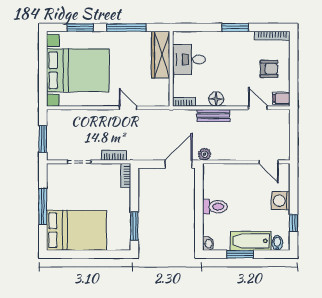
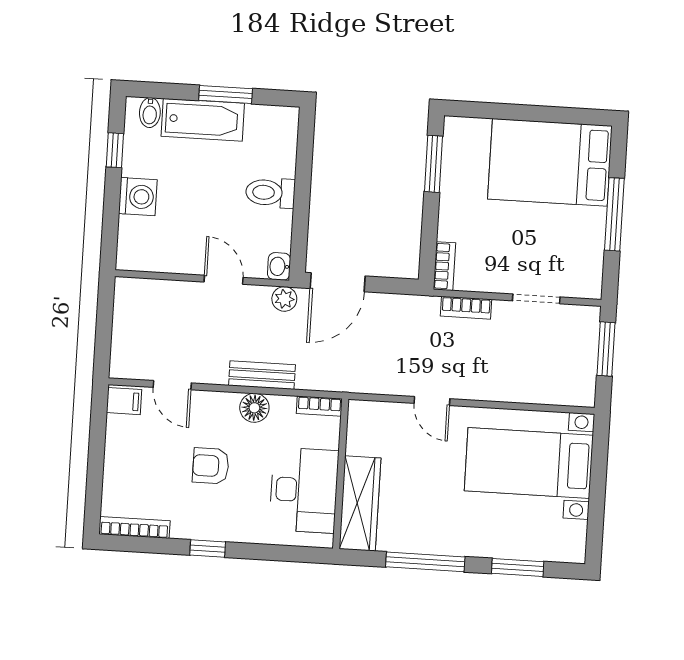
window: (235, 27) -> (208, 549), width x0.67
desk: (189, 59) -> (304, 490), width x1.37
armchair: (269, 69) -> (211, 466), moved
bed with nightstands: (78, 70) -> (529, 463), width x0.73
door: (269, 162) -> (224, 280), moved
washbasin: (208, 244) -> (279, 266), moved

